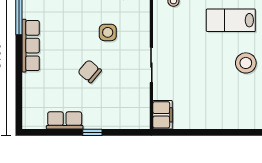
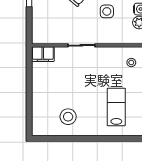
stool: (246, 63) -> (68, 117), moved

